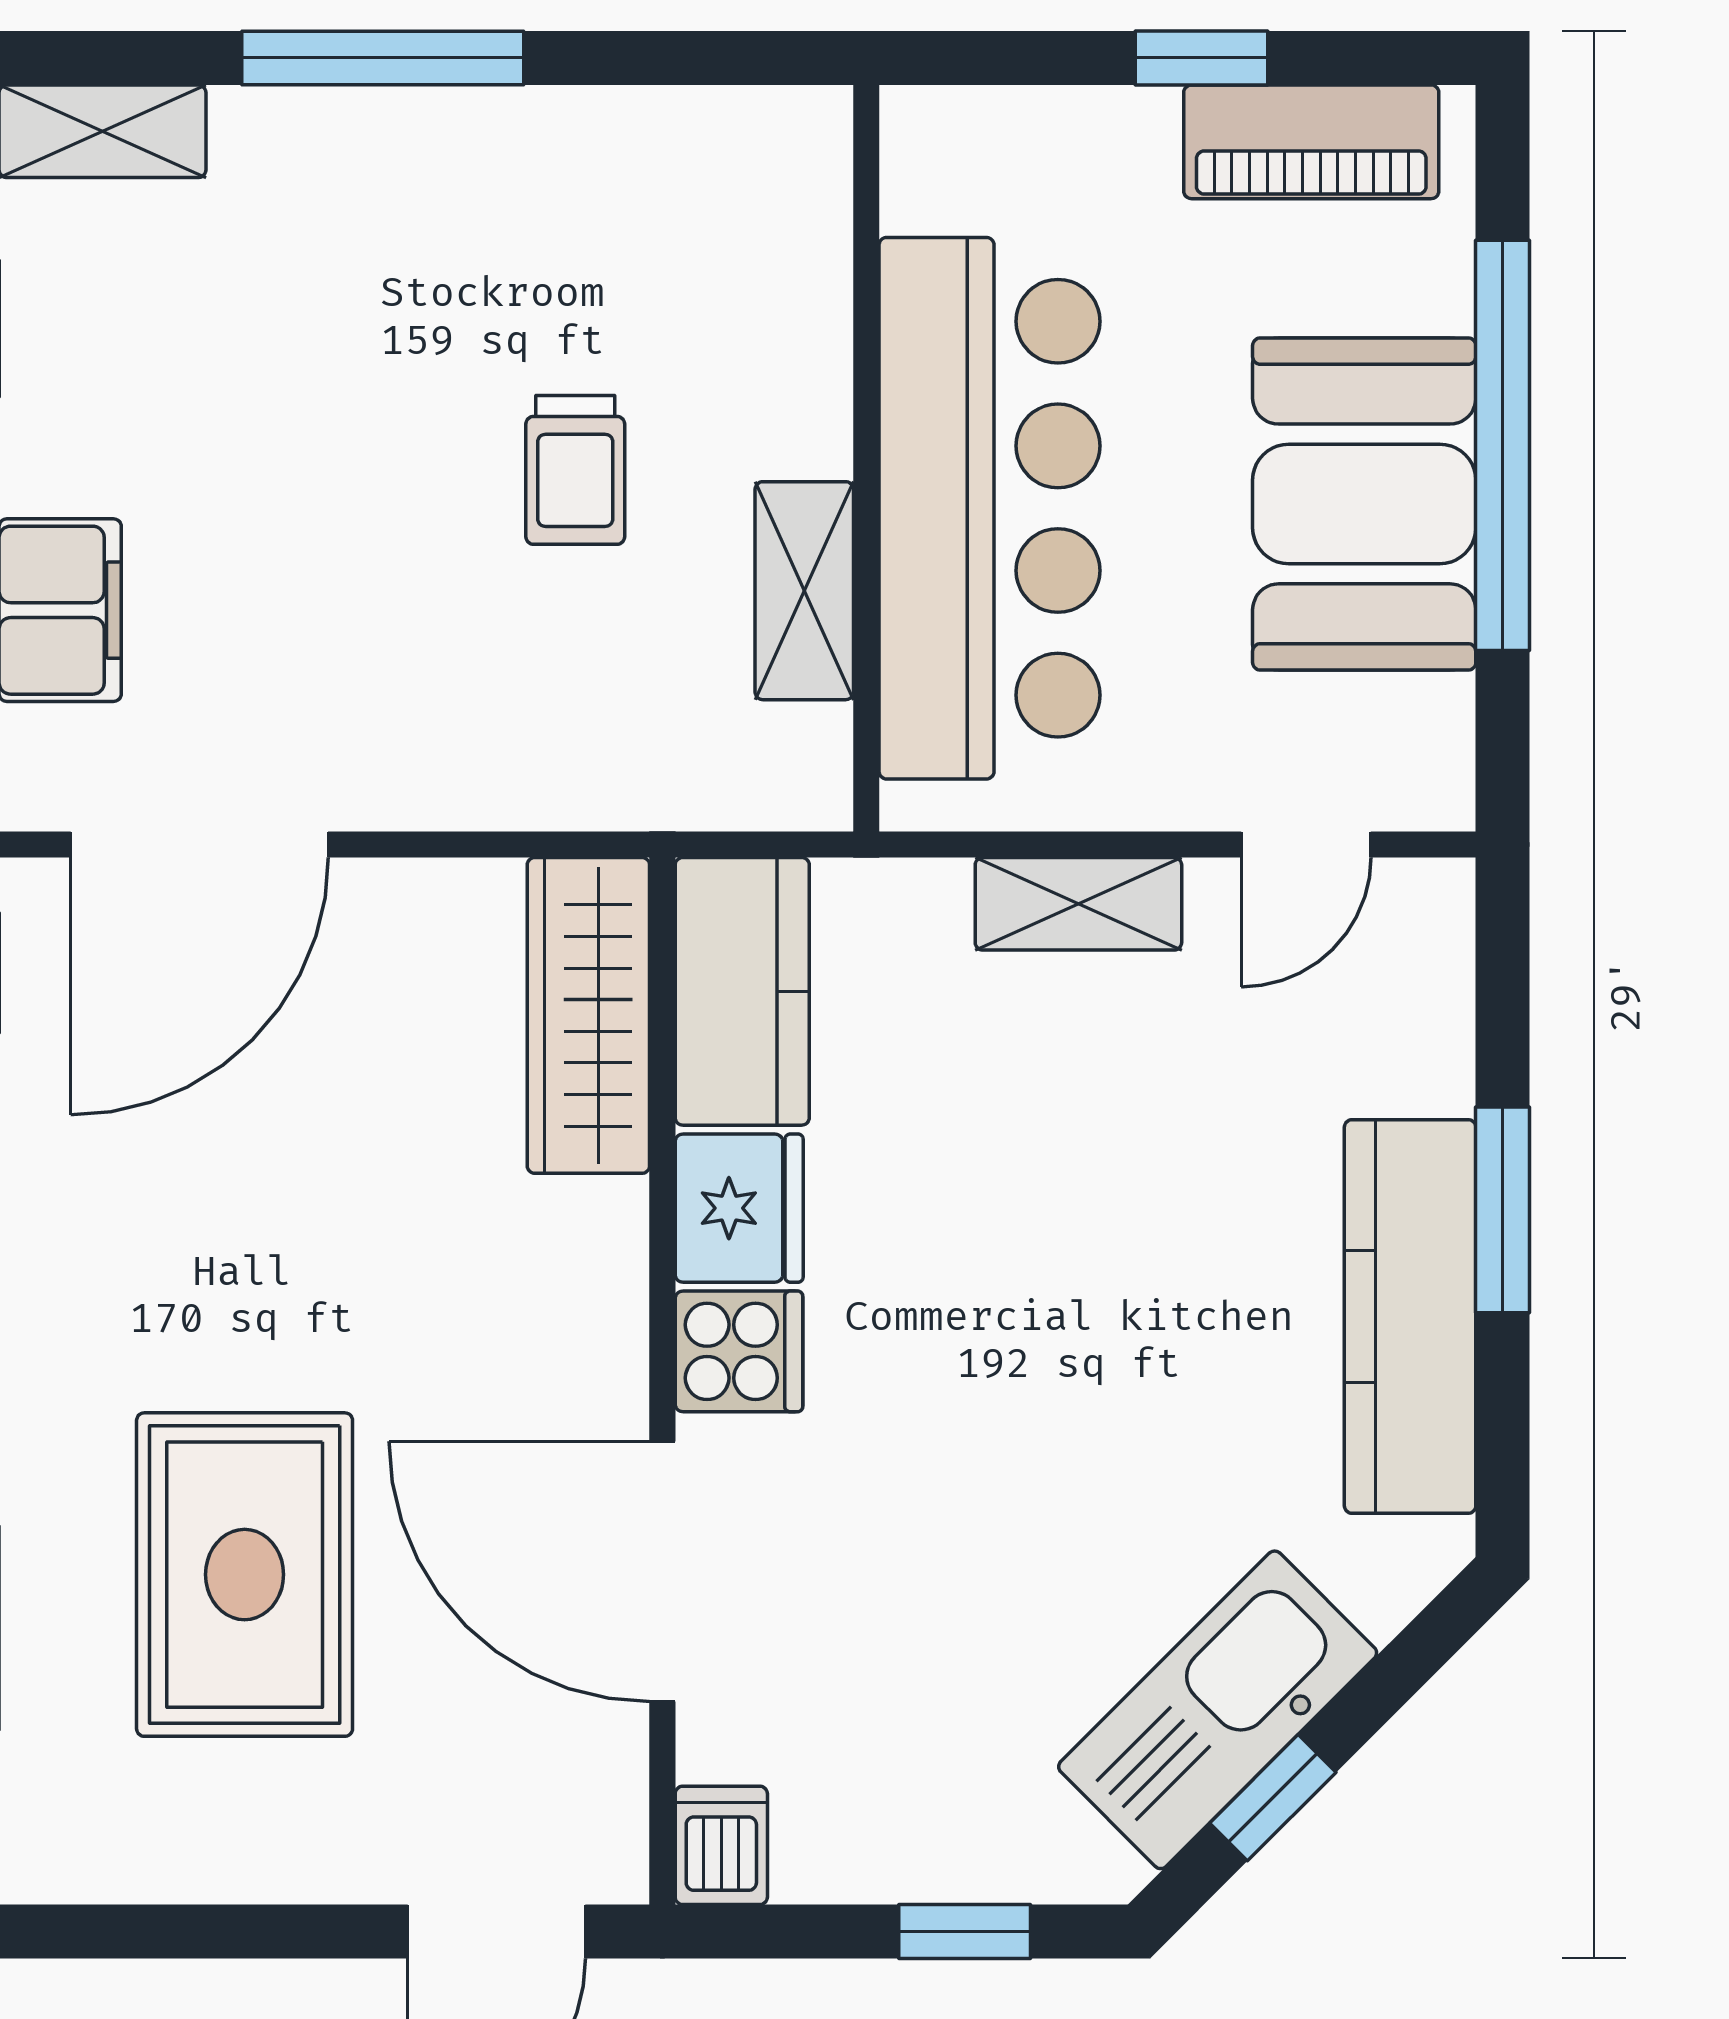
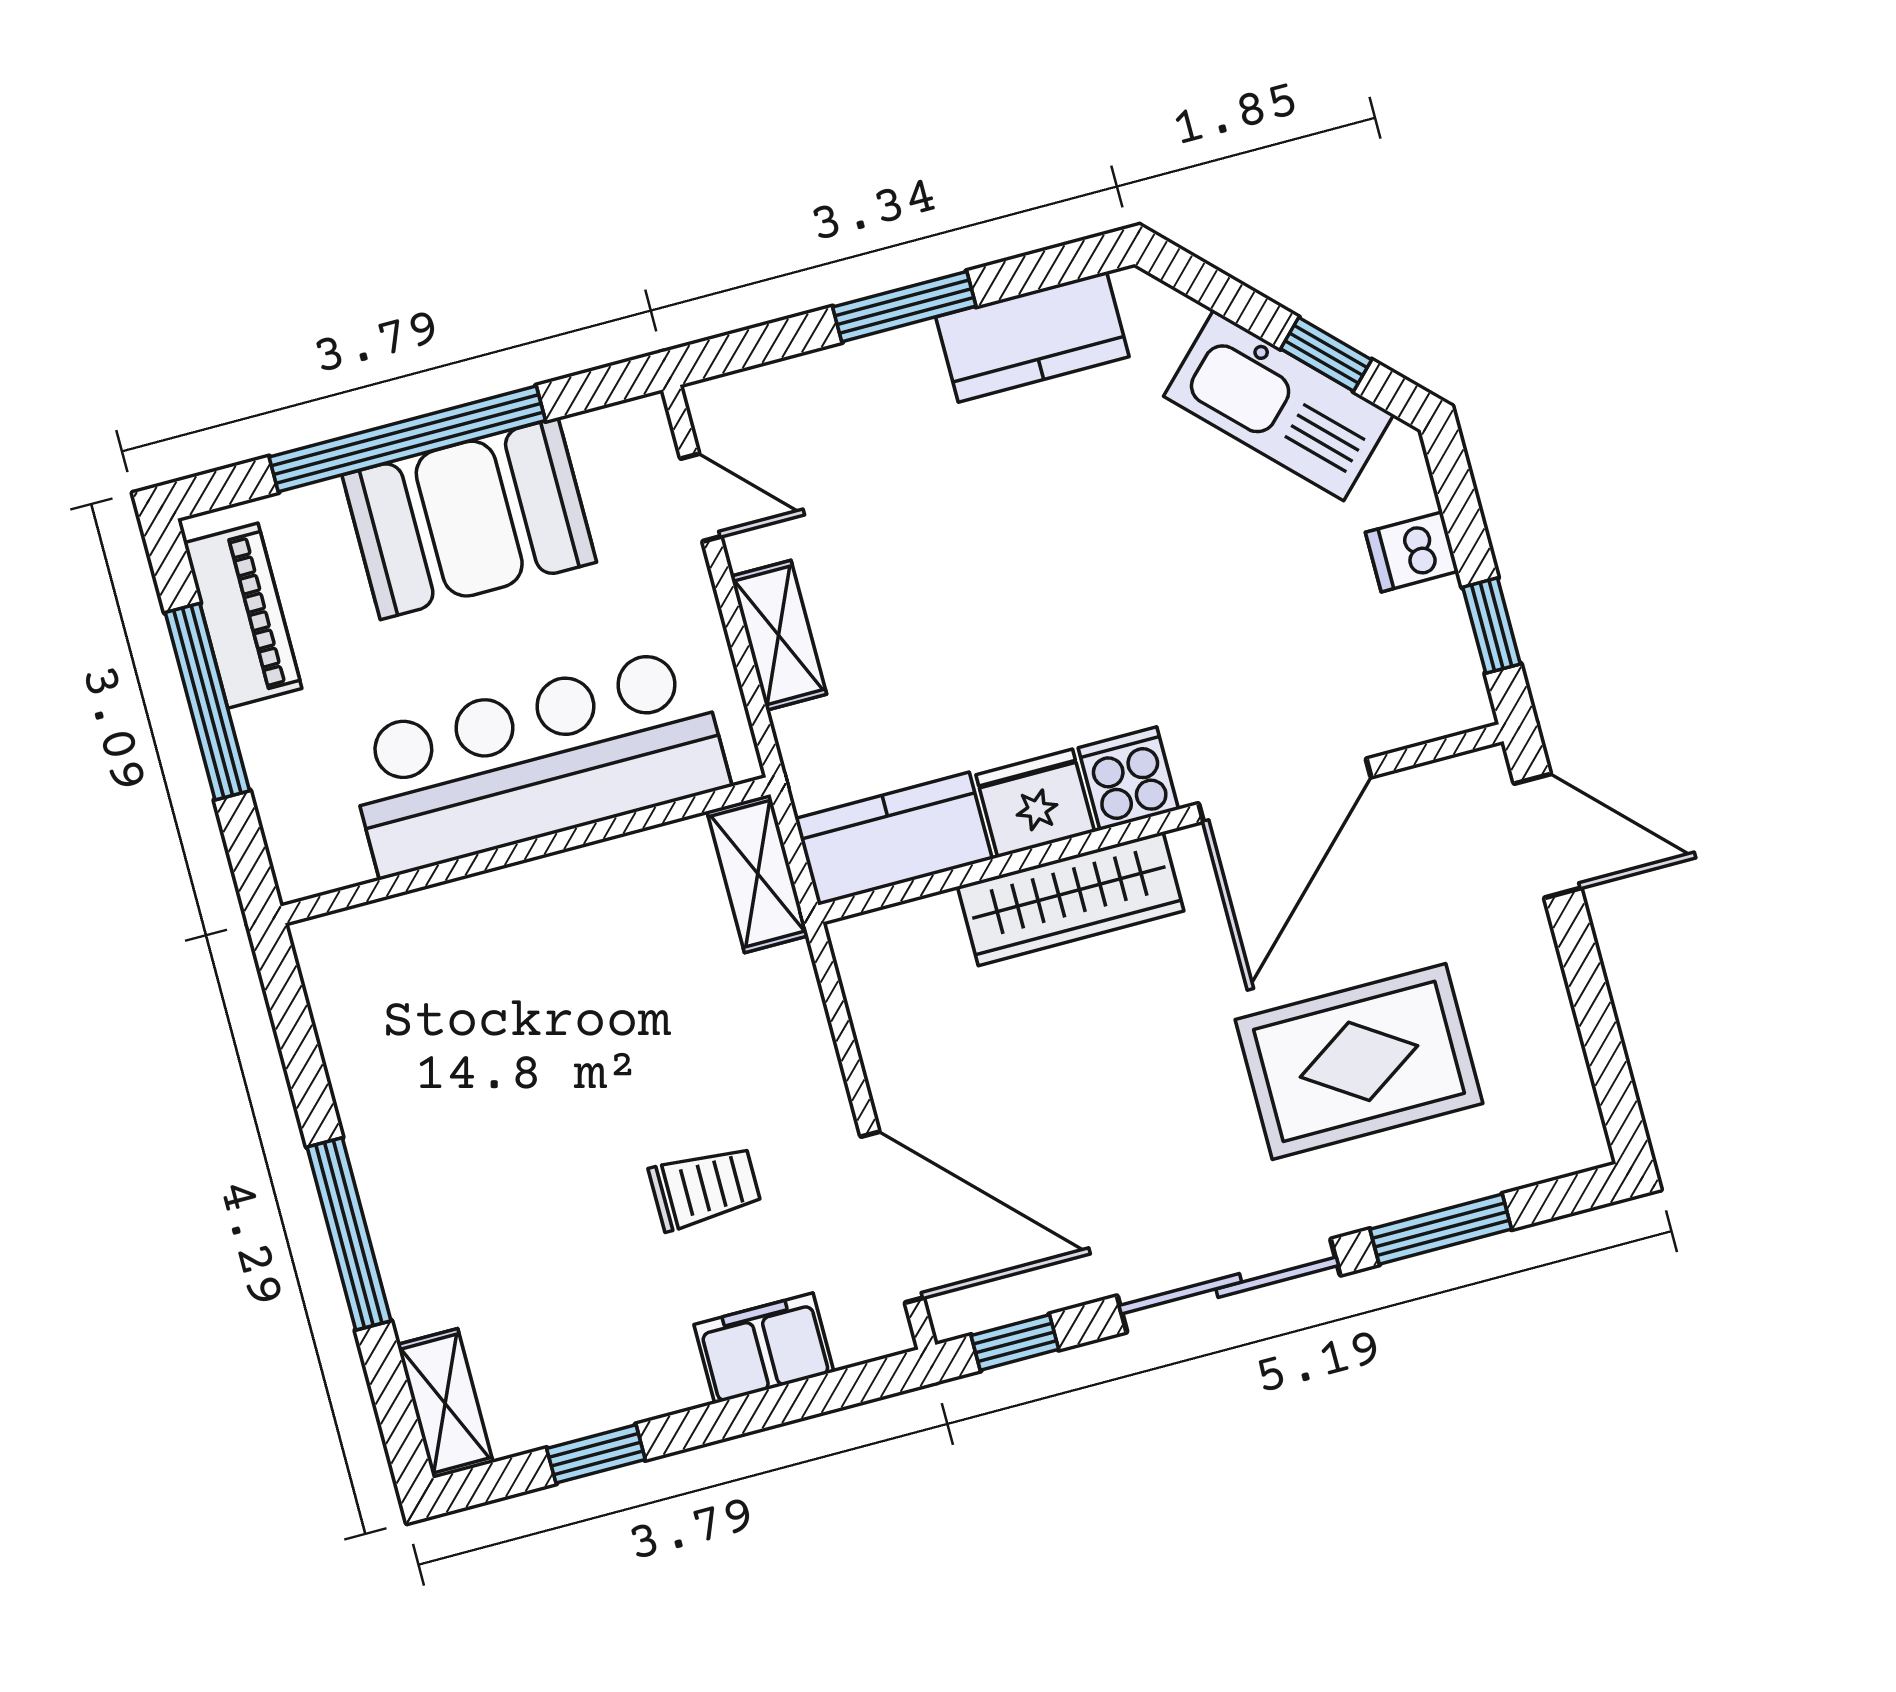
window: (1202, 58) -> (207, 702), width x2.17
trolley: (575, 470) -> (705, 1188), moved
shelving: (804, 591) -> (758, 874), moved, turned 90
wardrobe: (588, 1015) -> (1071, 899), moved
kitchen counter: (1410, 1317) -> (1032, 337), width x0.67
dishwasher: (721, 1845) -> (1412, 552), moved
window: (965, 1932) -> (1492, 626), moved

